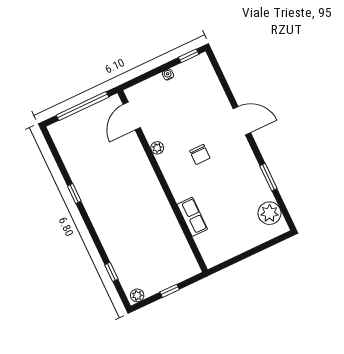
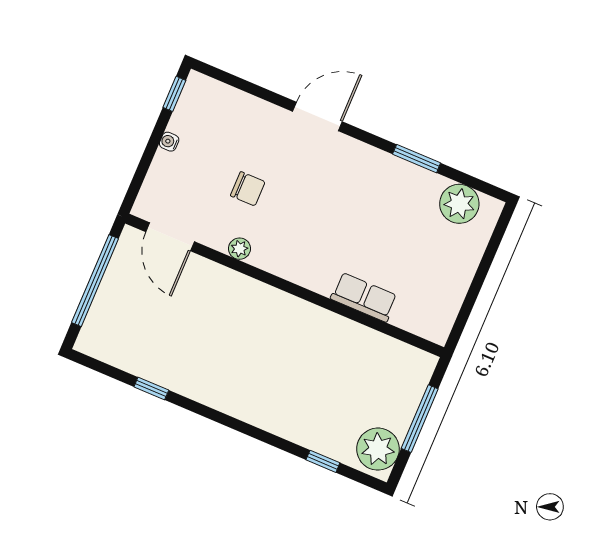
chair: (200, 155) -> (248, 189), moved
window: (74, 194) -> (151, 388), moved
window: (170, 291) -> (420, 419), width x2.17
plant: (137, 295) -> (378, 449), width x1.88, depth x1.88

